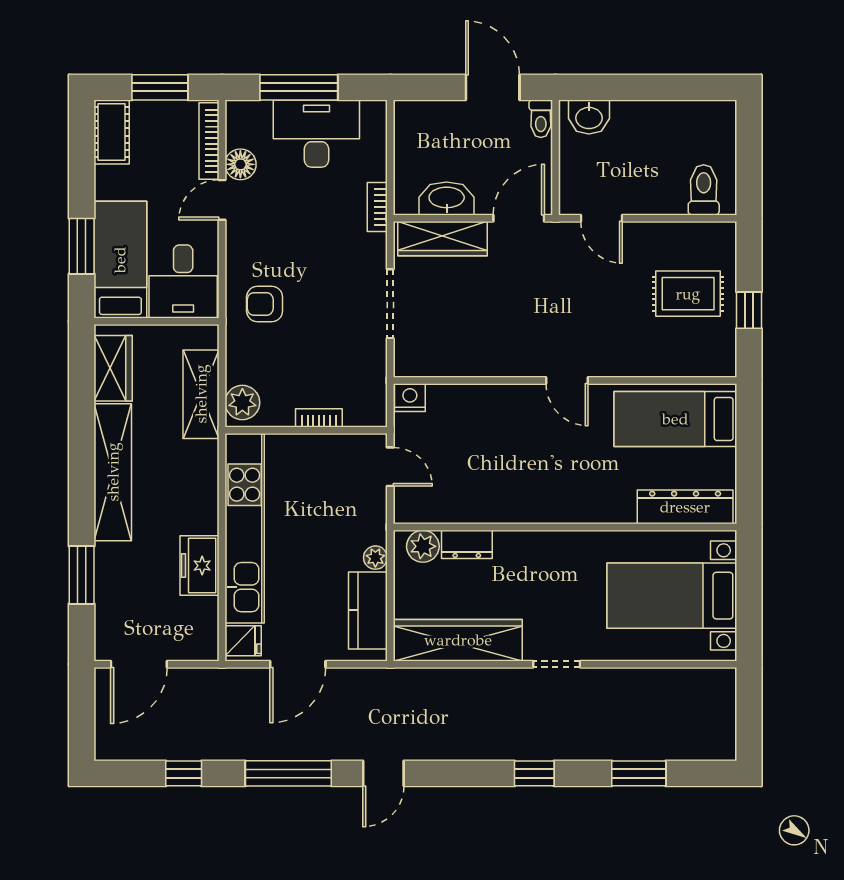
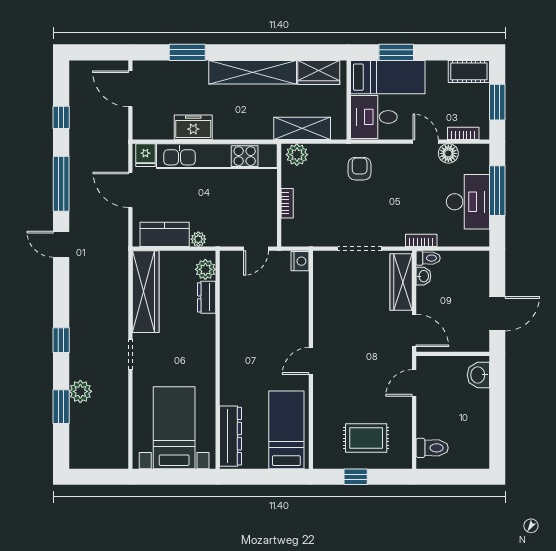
toilet: (541, 119) -> (428, 258), moved, turned 180
bookcase: (209, 141) -> (463, 133), width x0.64
washbasin: (447, 198) -> (423, 276), width x0.52, depth x0.69
rug: (688, 294) -> (366, 438), turned 90
plant: (615, 743) -> (80, 391), added

